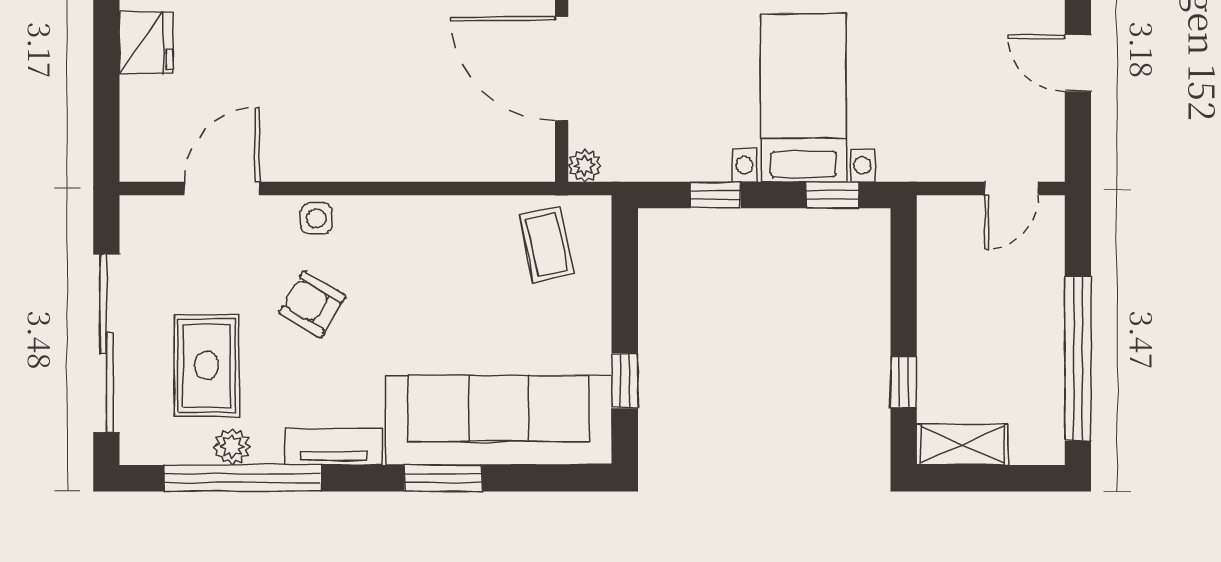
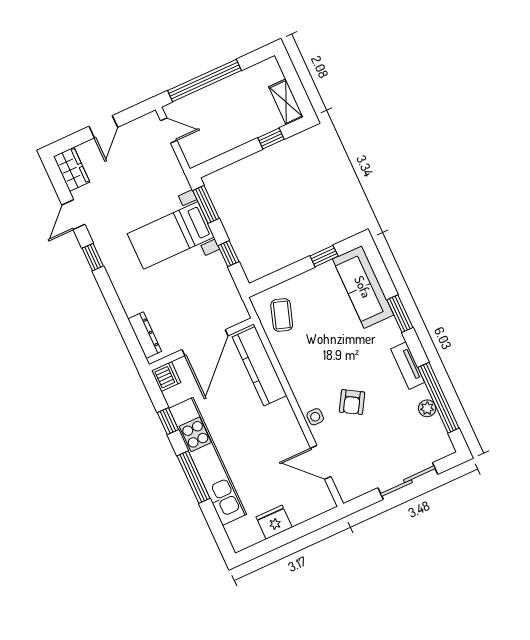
kitchen counter: (466, 155) -> (259, 366), added
plant: (585, 166) -> (241, 314), removed
window: (832, 195) -> (206, 204), width x1.50
coffee table: (547, 244) -> (282, 315), turned -60
sliding door: (106, 343) -> (408, 481), width x0.73
window: (1078, 359) -> (204, 80), moved
rug: (207, 365) -> (398, 435), removed
sofa: (499, 420) -> (363, 287), width x0.74, depth x0.79

